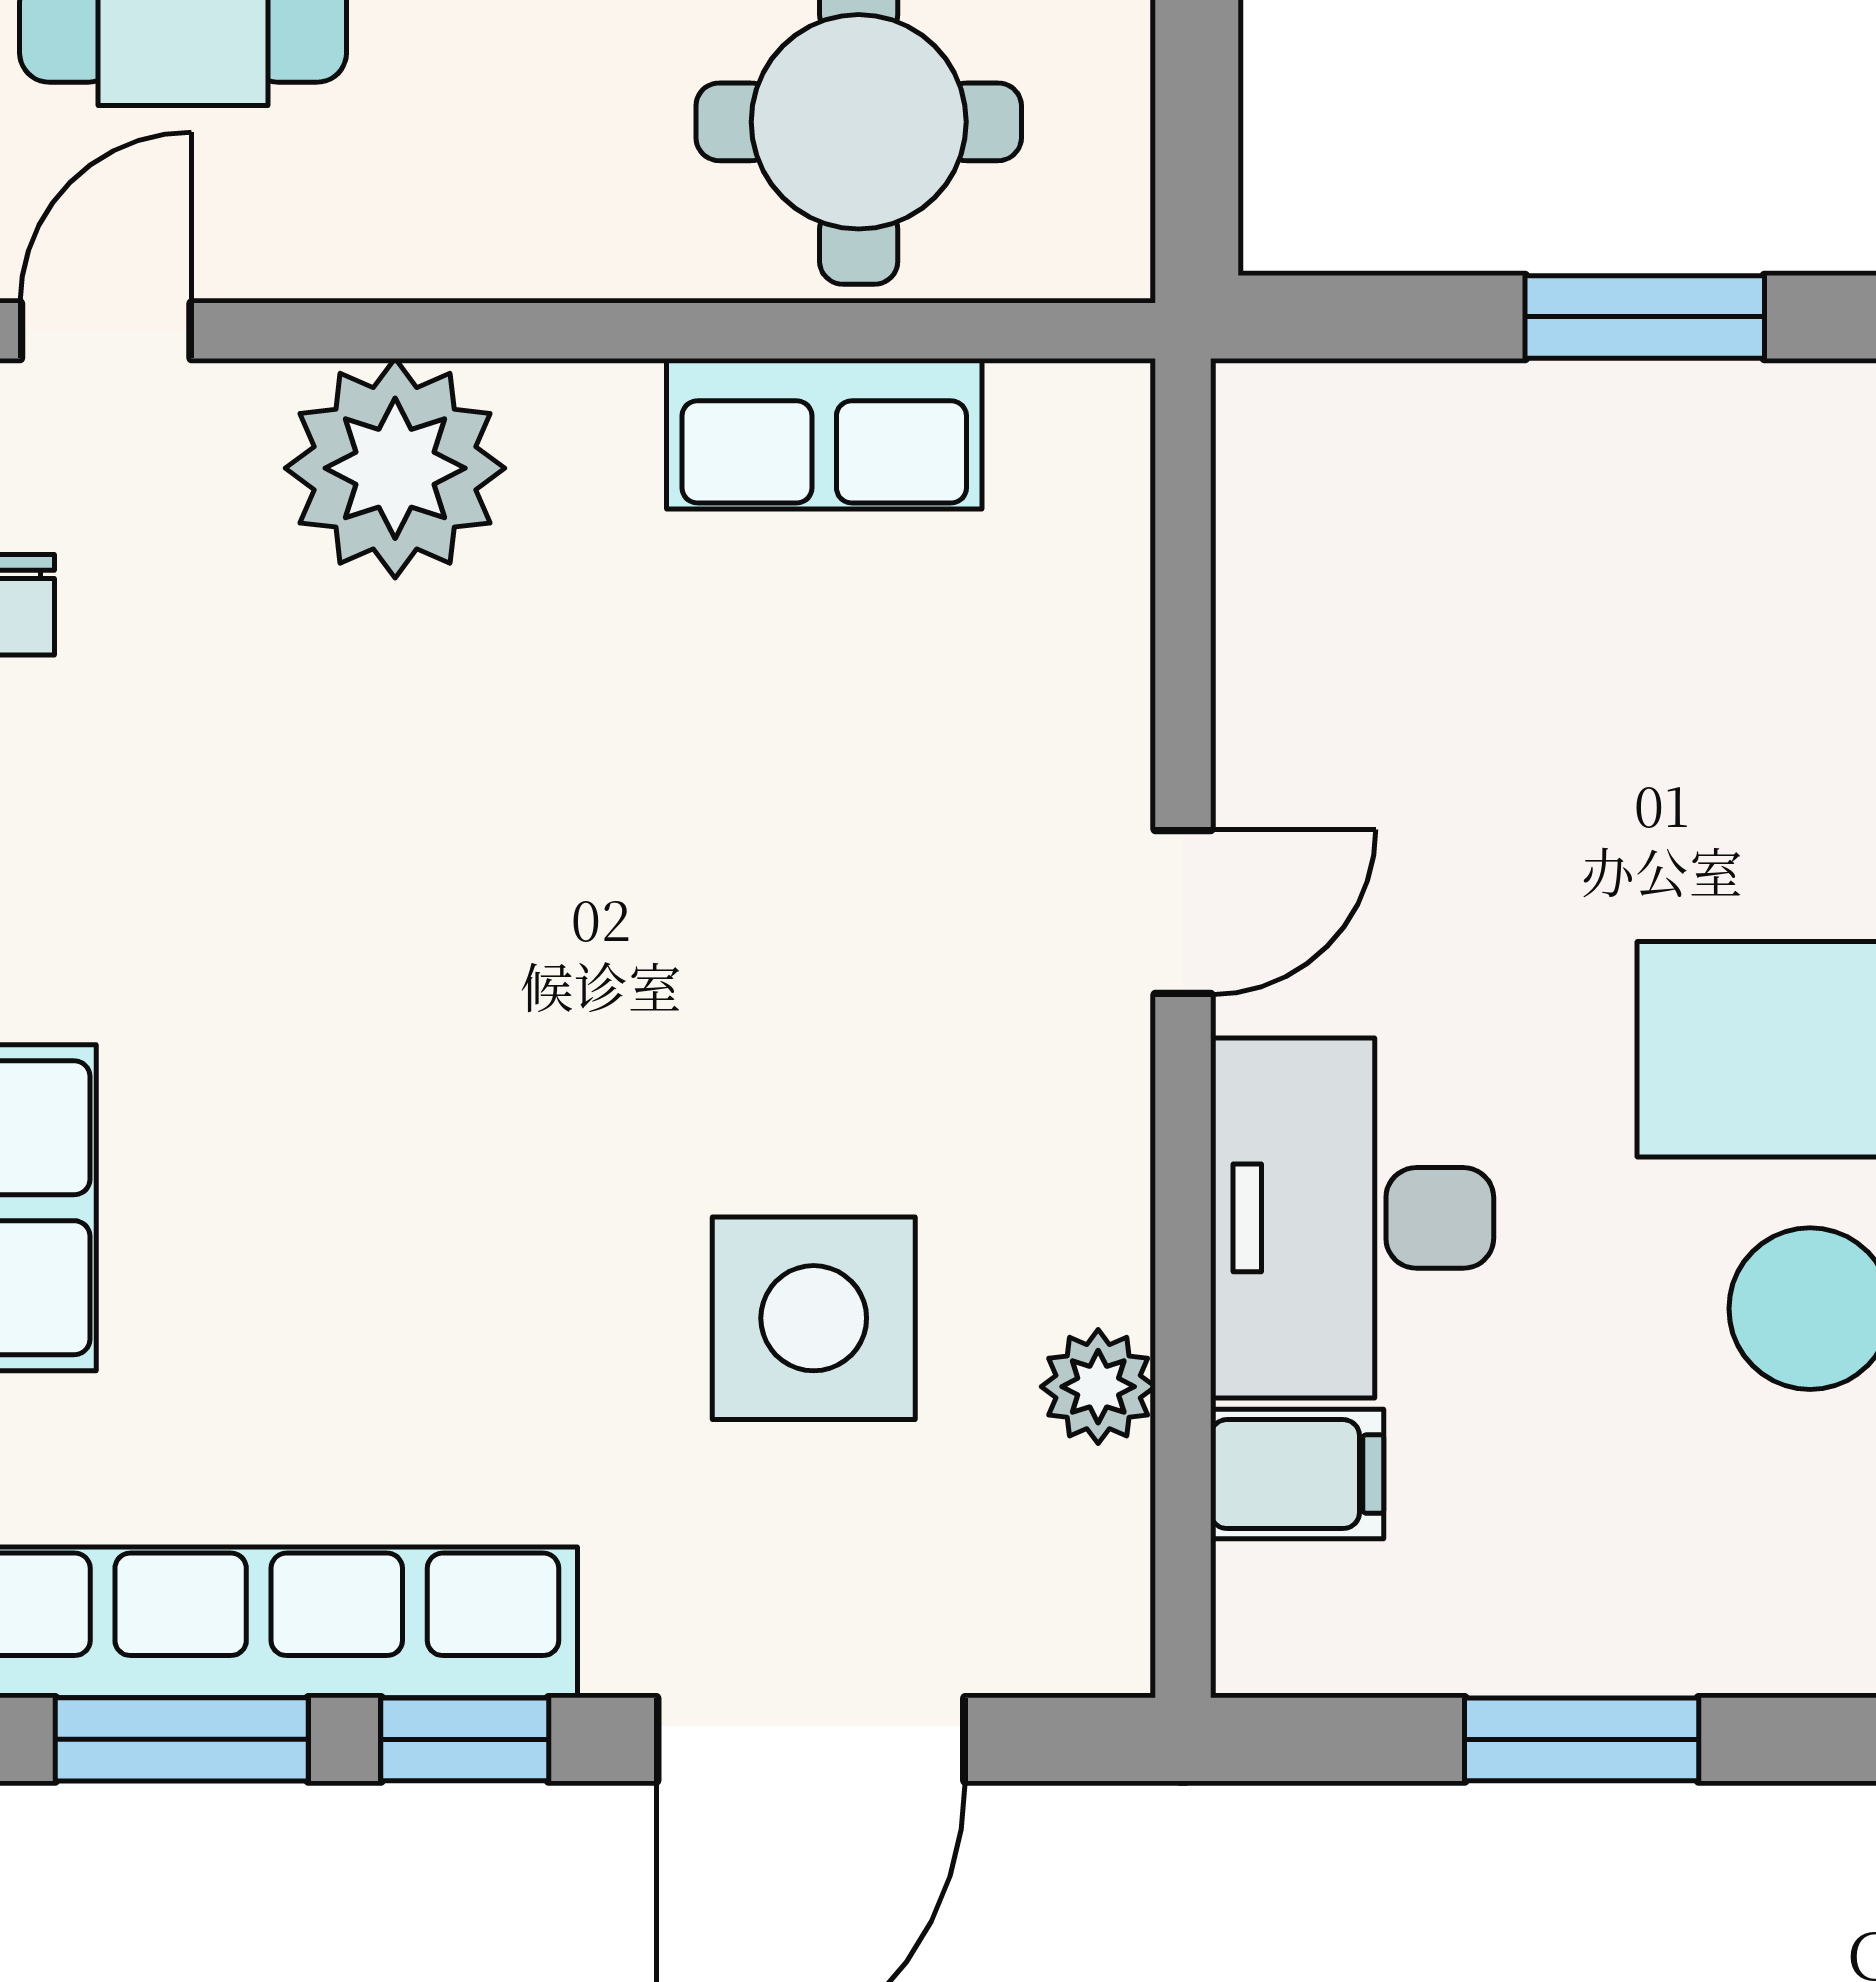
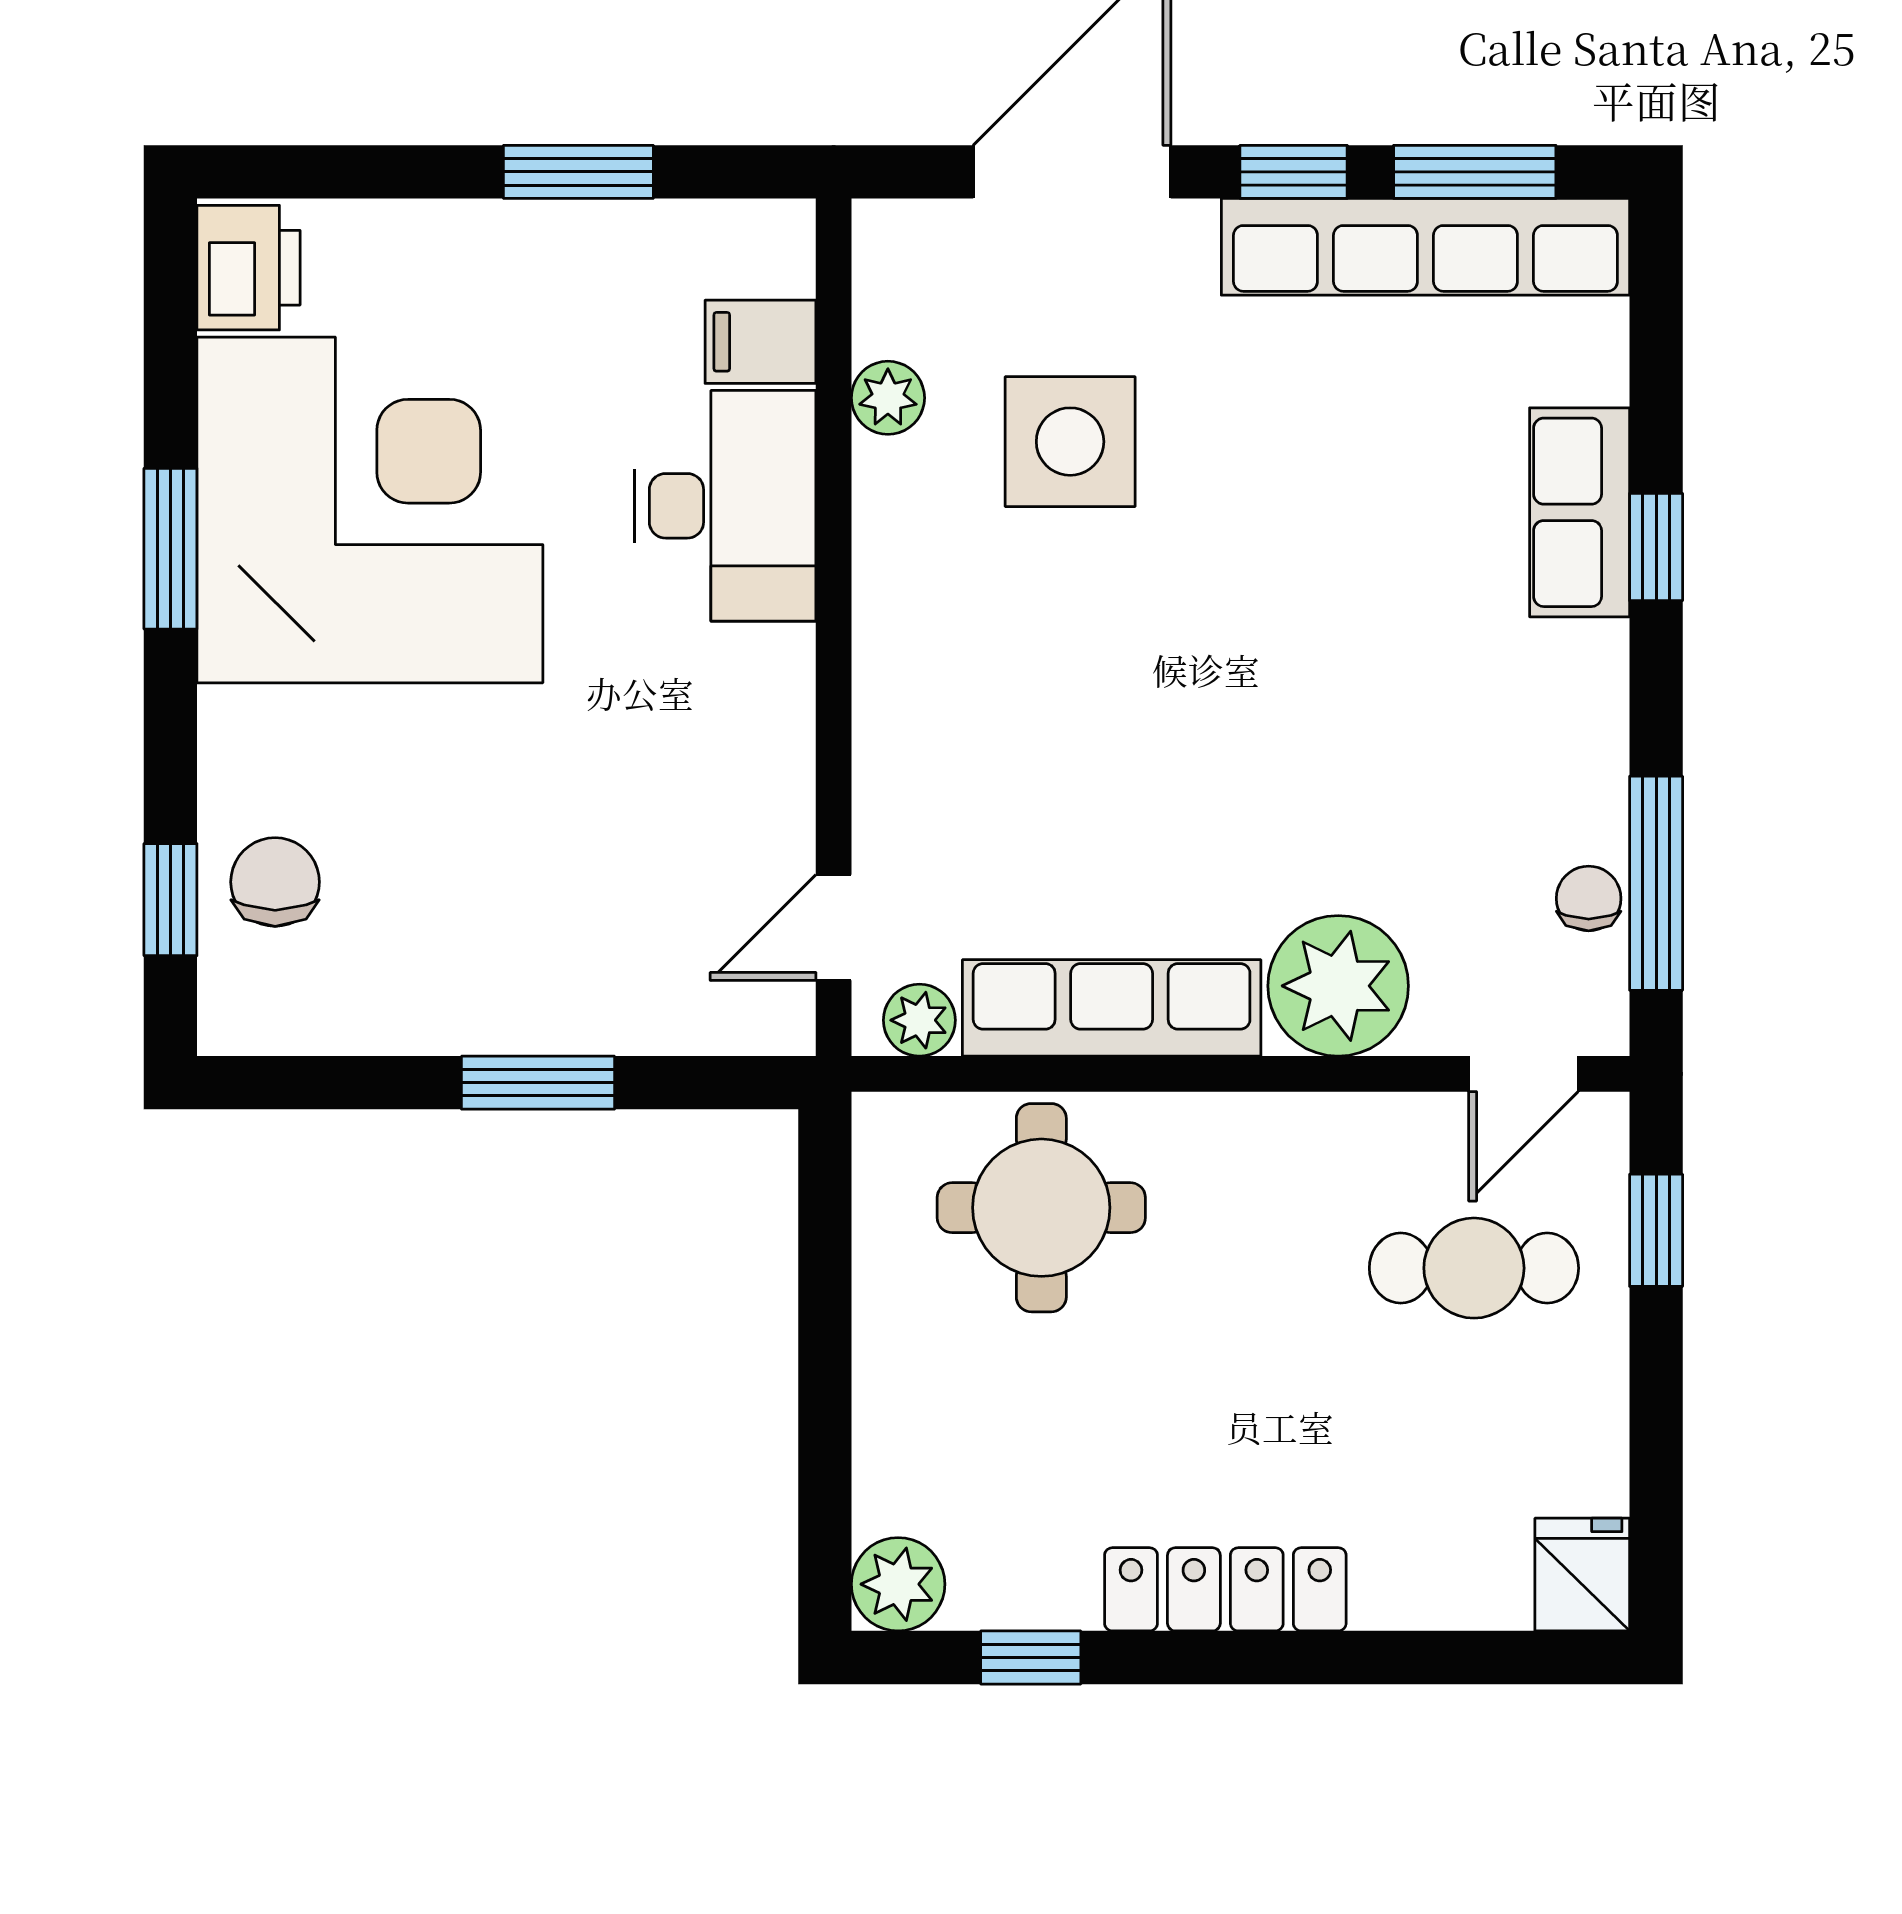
plant: (1049, 415) -> (919, 1020), added
row of seats: (824, 434) -> (1112, 1008), width x1.48
door: (1183, 912) -> (834, 927), moved

